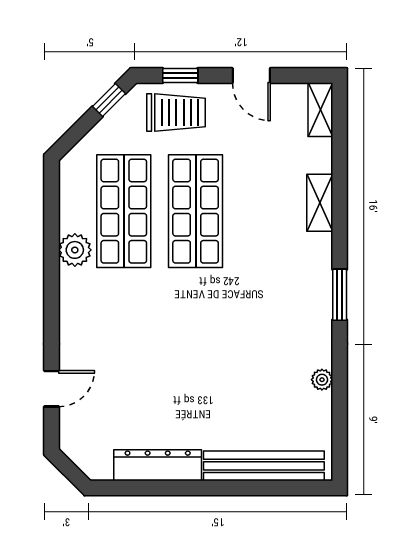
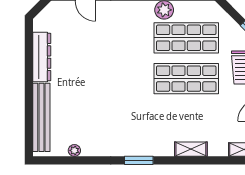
plant: (322, 380) -> (74, 150), moved

